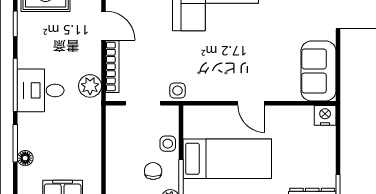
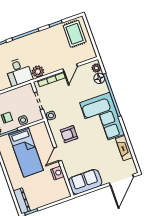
armchair: (222, 70) -> (69, 134), added
desk: (41, 90) -> (19, 72), moved, turned 180
nightstand: (325, 115) -> (57, 173), moved

